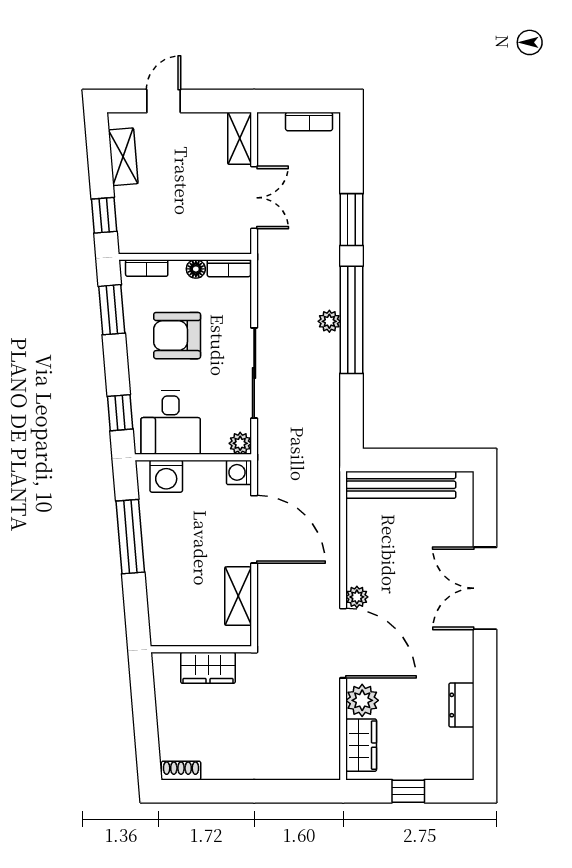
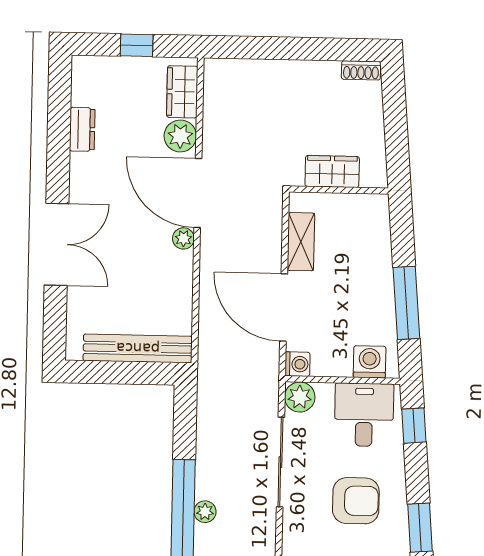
plant: (240, 443) -> (300, 397), width x1.38, depth x1.38

